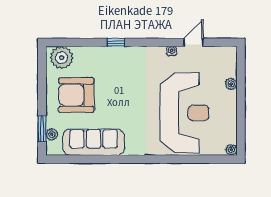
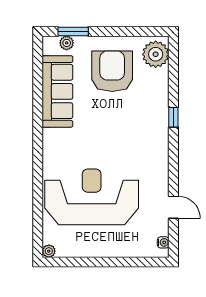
water cooler: (172, 51) -> (163, 242), moved
plant: (231, 84) -> (125, 251), removed
reception desk: (185, 113) -> (92, 197), turned 180

